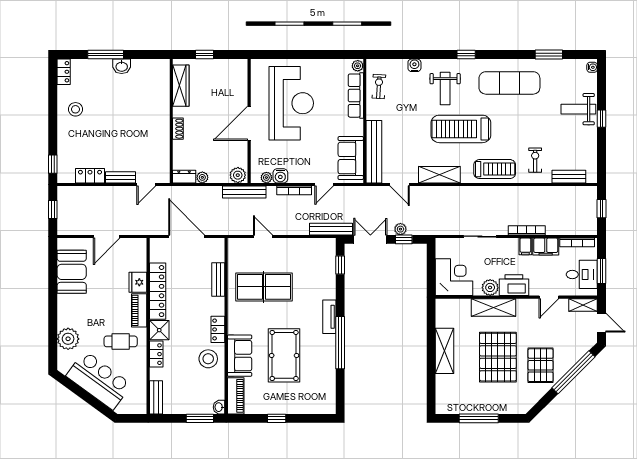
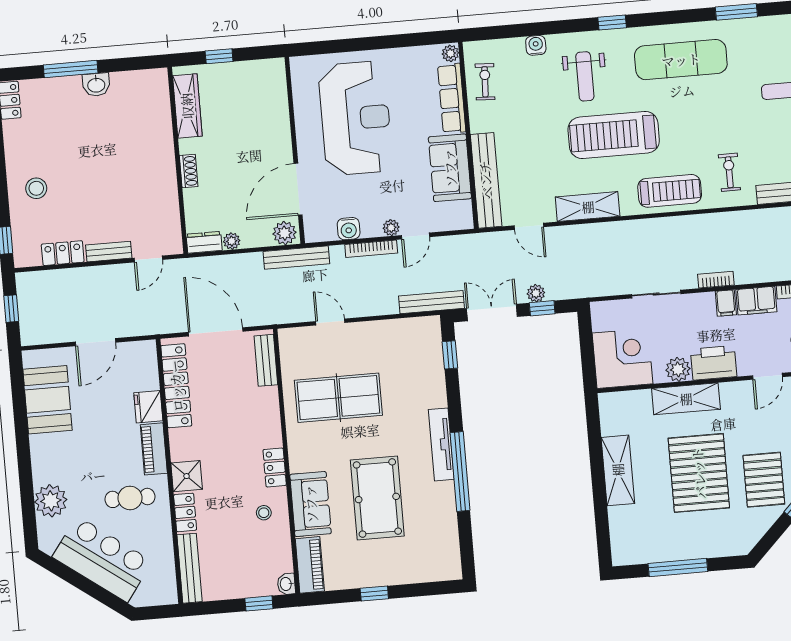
stool: (75, 109) -> (36, 188), moved
door: (249, 123) -> (298, 189), moved
sofa: (351, 158) -> (450, 168), moved
plant: (266, 178) -> (391, 228), moved
bookcase: (527, 230) -> (716, 280), width x0.64
bench: (218, 279) -> (266, 360), moved
locker: (158, 291) -> (176, 386), moved
tv unit: (329, 317) -> (441, 444), width x1.41
stool: (208, 359) -> (264, 513), width x0.53, depth x0.53
bench: (156, 397) -> (190, 568), width x1.36
window: (200, 418) -> (259, 603), width x0.67

